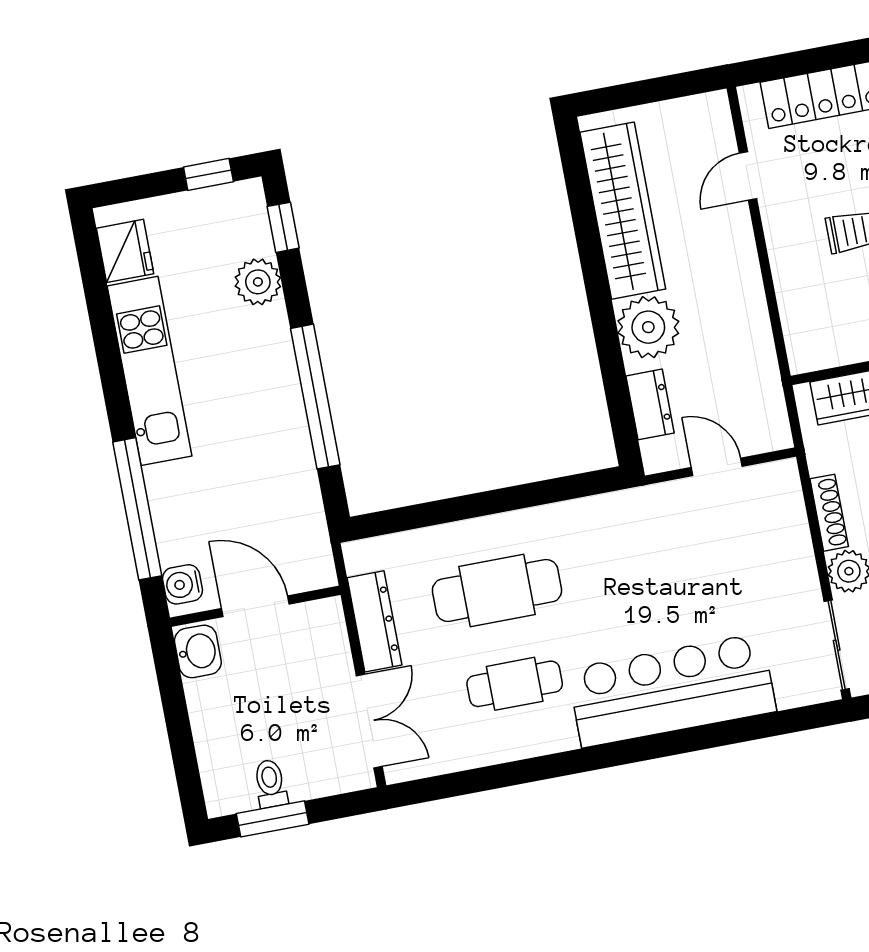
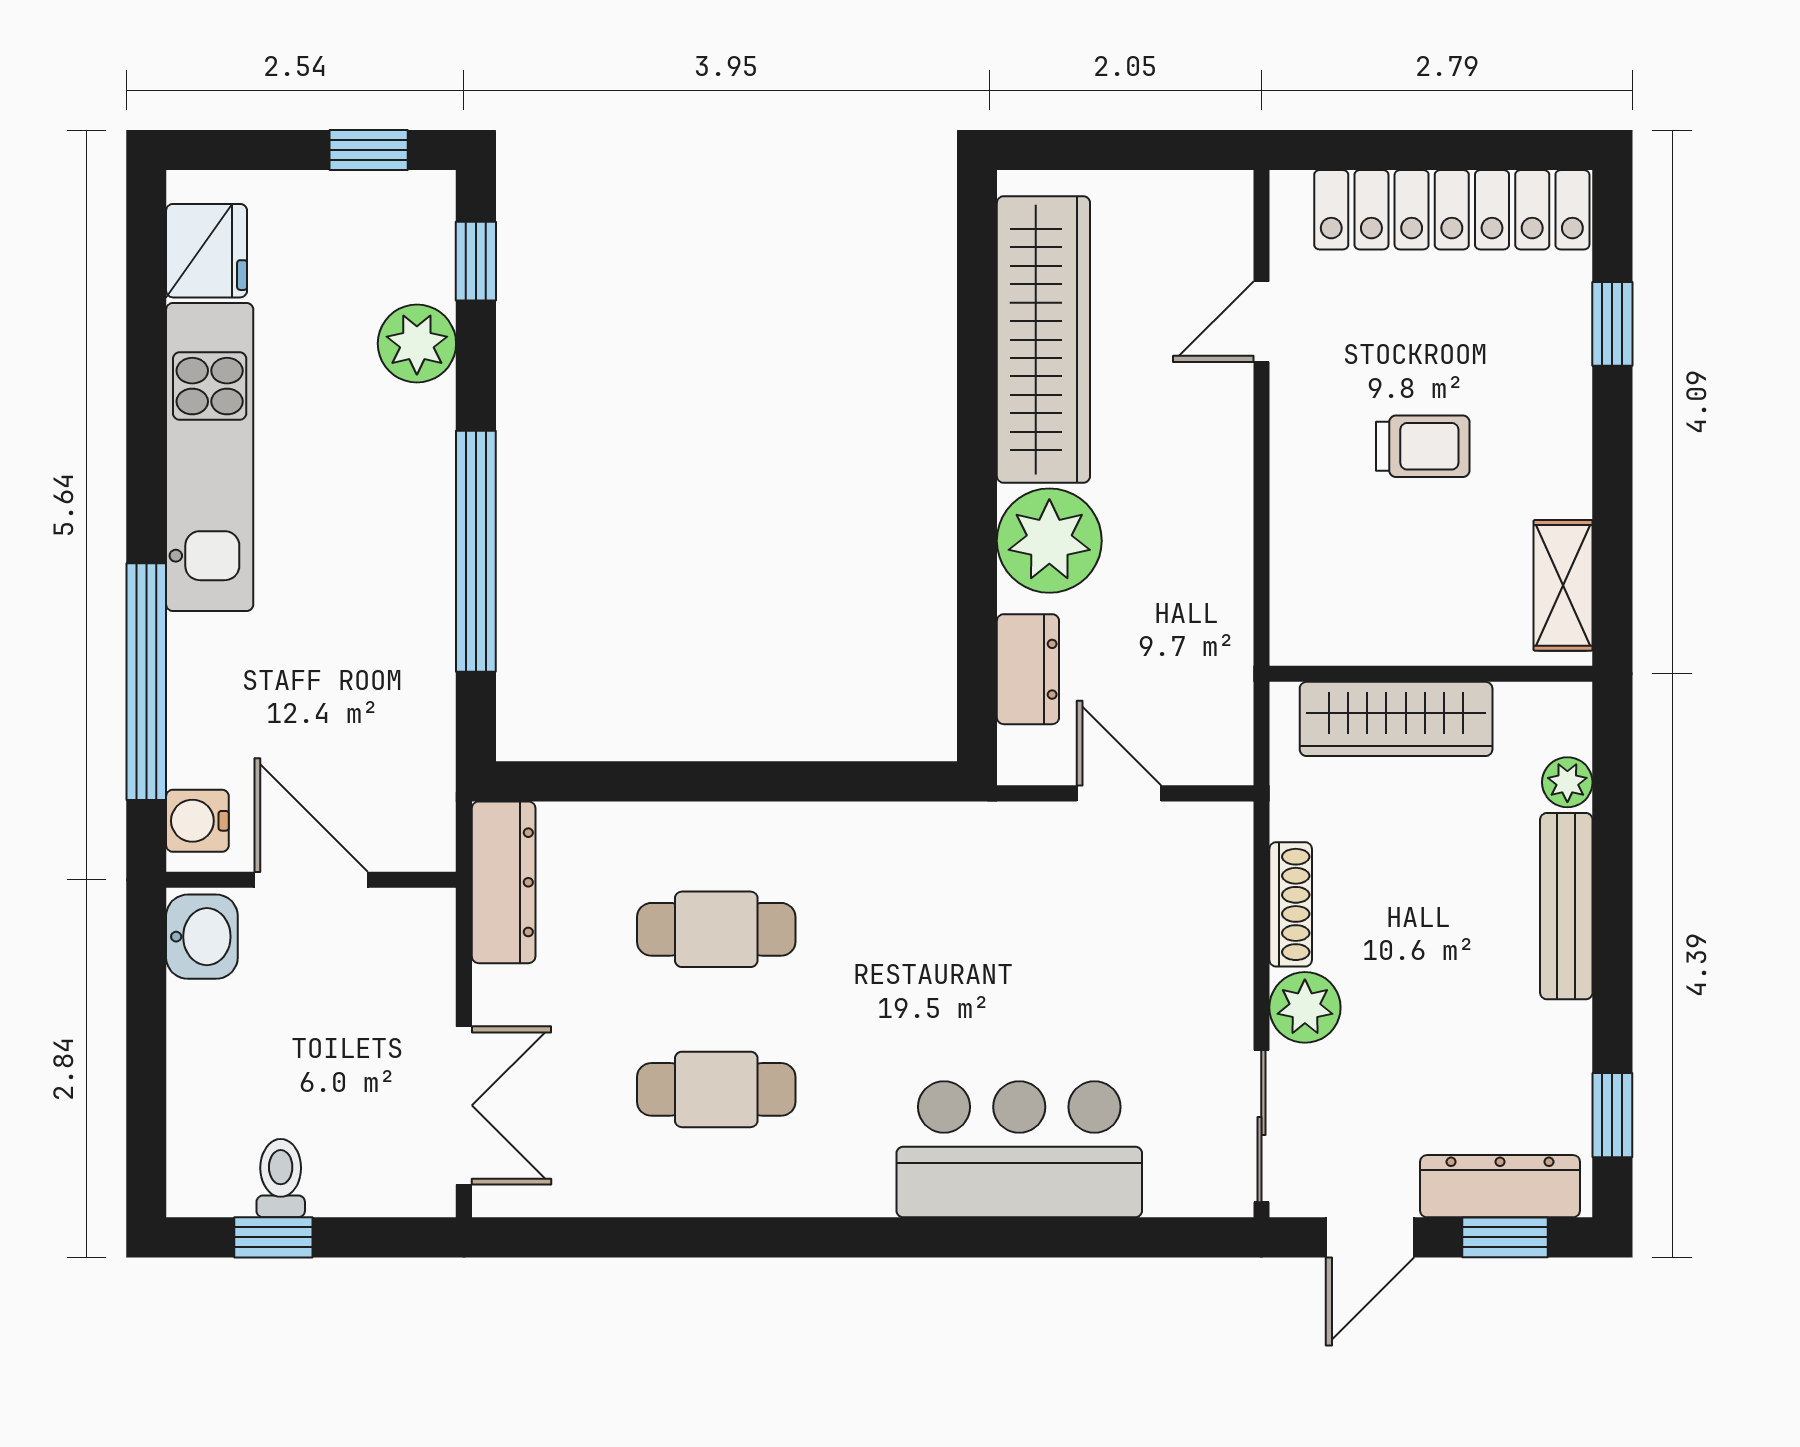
cafe table: (497, 590) -> (716, 929), width x0.73, depth x0.74
dresser: (374, 621) -> (504, 882), moved
bar counter: (672, 690) -> (1019, 1149), width x0.73
window: (273, 819) -> (273, 1237), width x0.67

